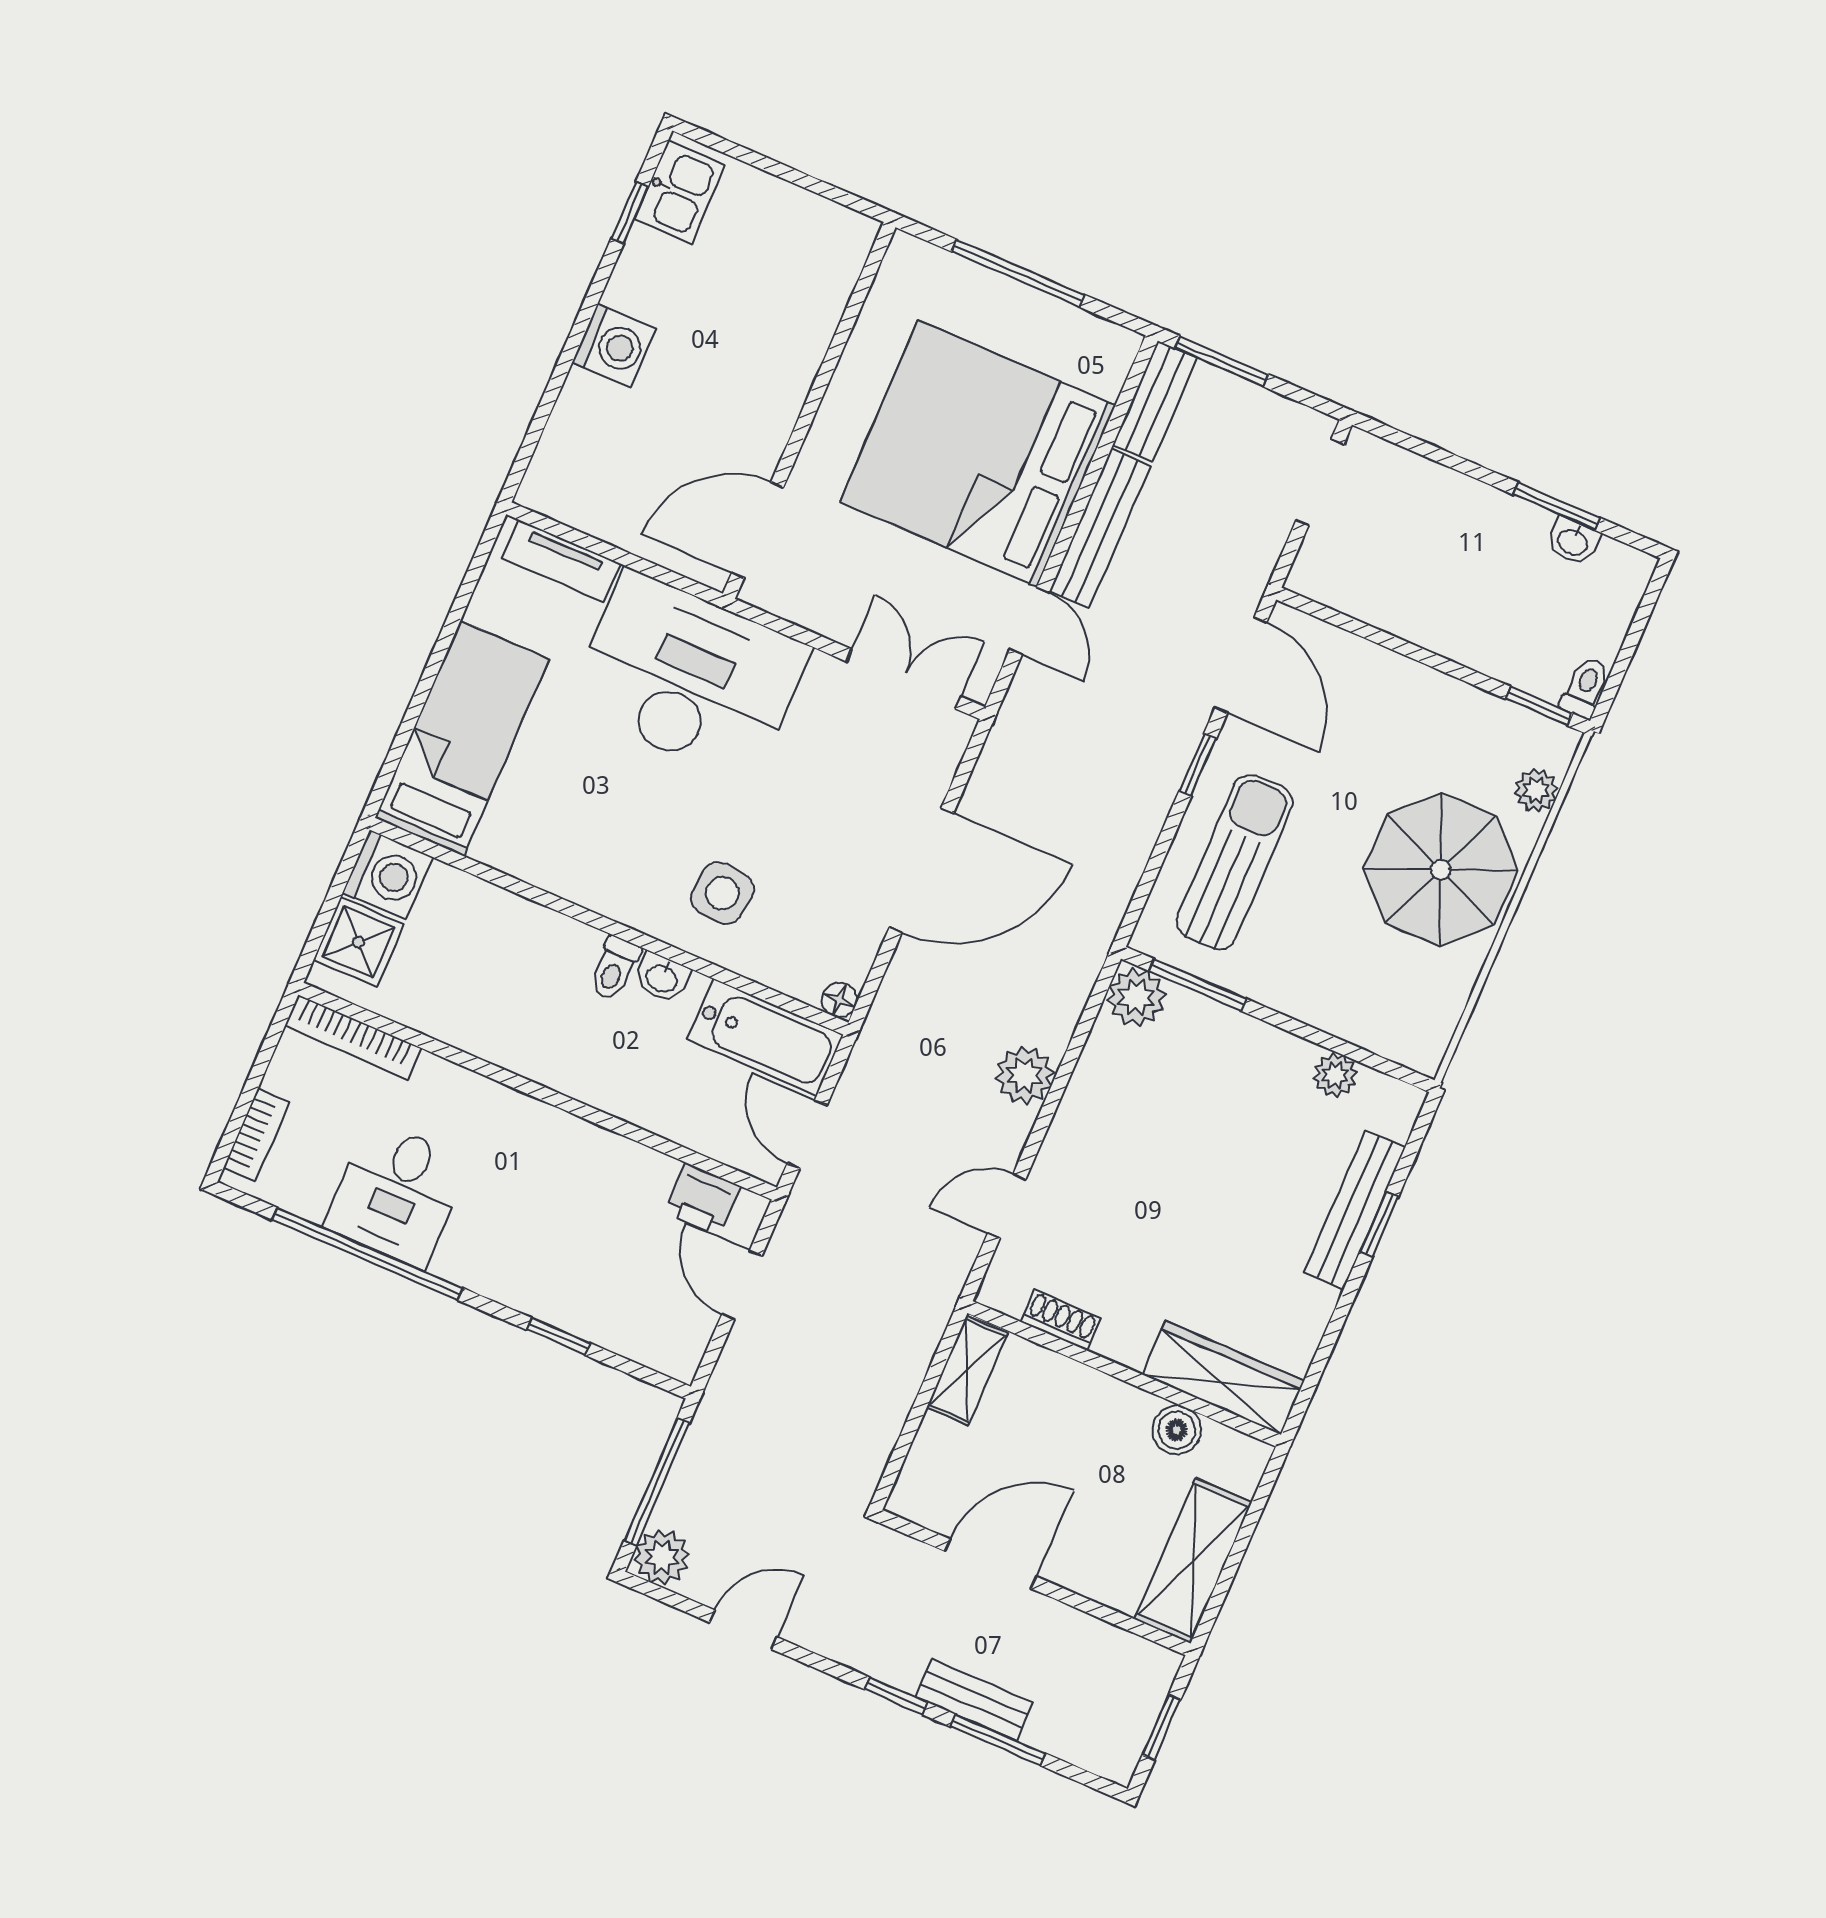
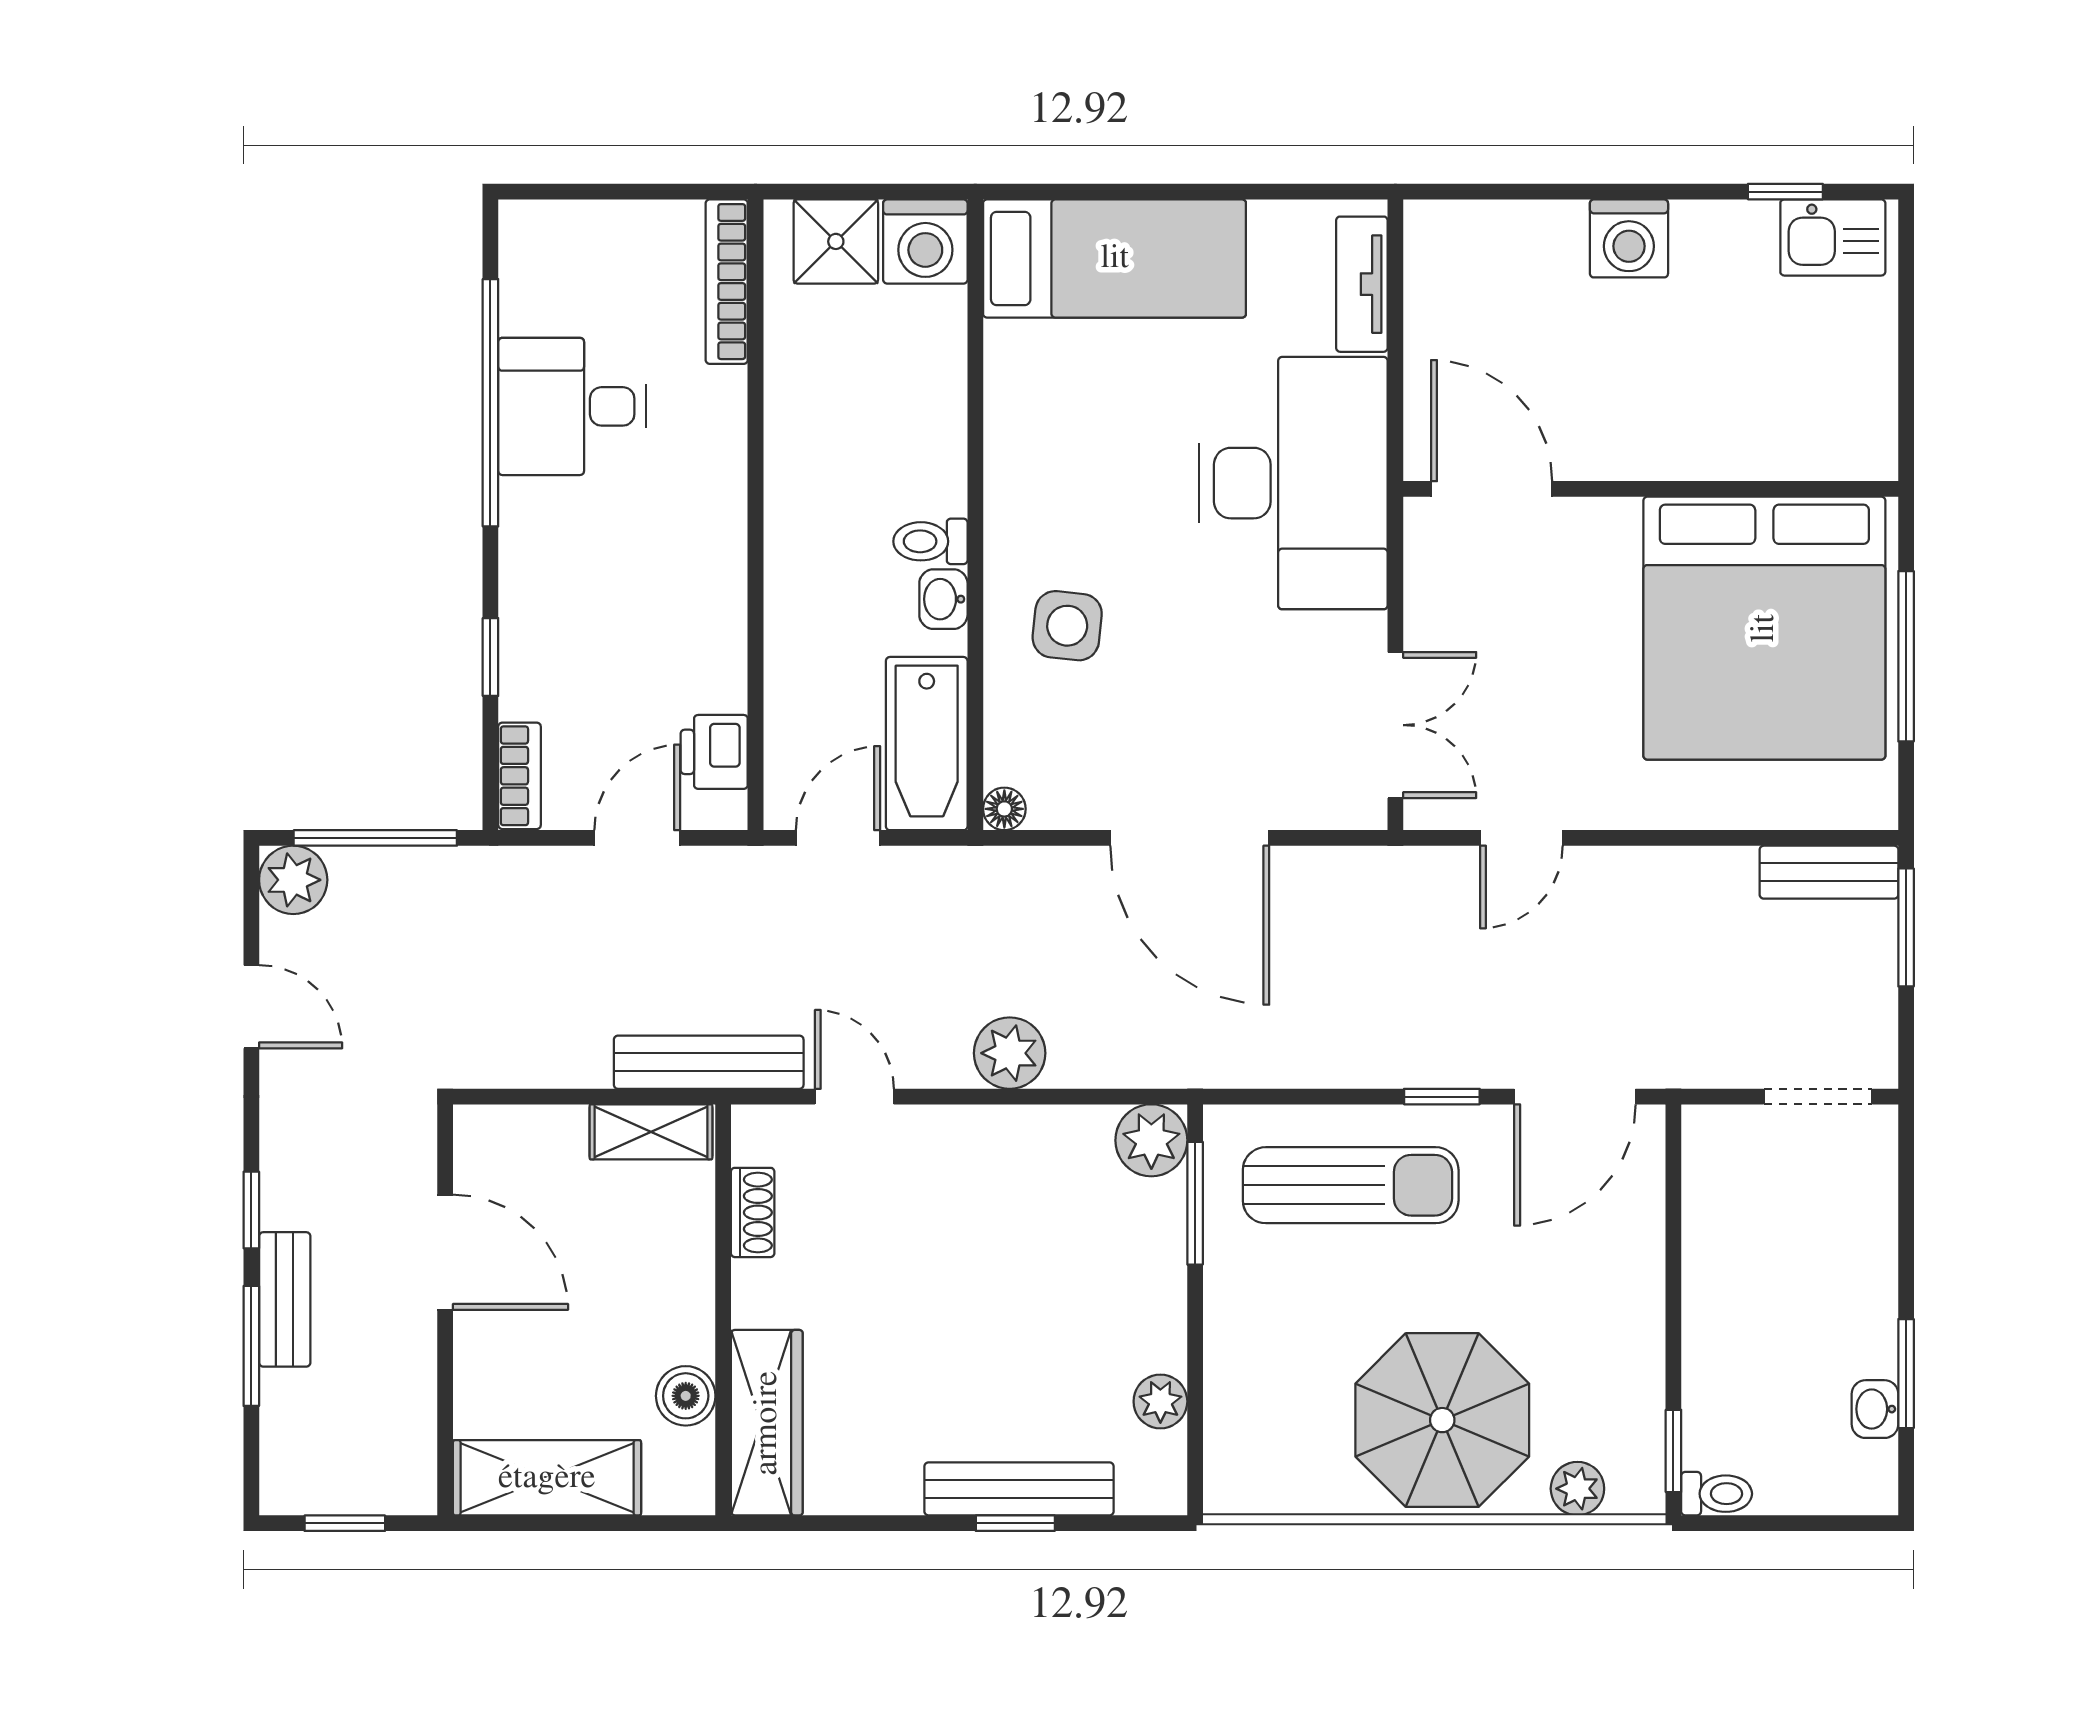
bed: (978, 454) -> (1764, 628), moved, turned 180
bench: (1100, 528) -> (709, 1062), moved
bookcase: (257, 1135) -> (520, 776), moved, turned -90

